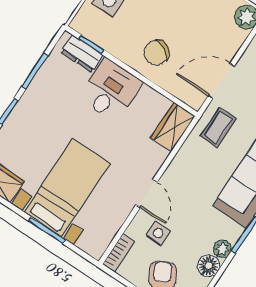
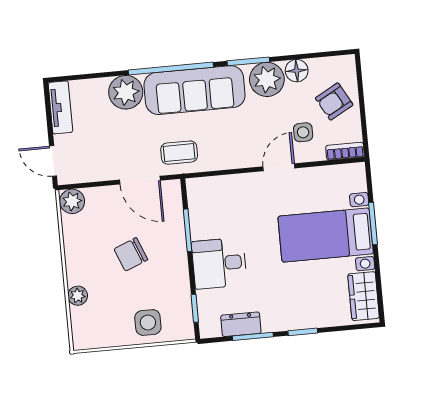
chair: (157, 53) -> (131, 254), moved, turned 127
dresser: (82, 54) -> (241, 324), moved, turned -90
window: (155, 86) -> (188, 230), added
wardrobe: (173, 127) -> (209, 189), removed
plant: (222, 249) -> (267, 79), width x1.87, depth x1.87

